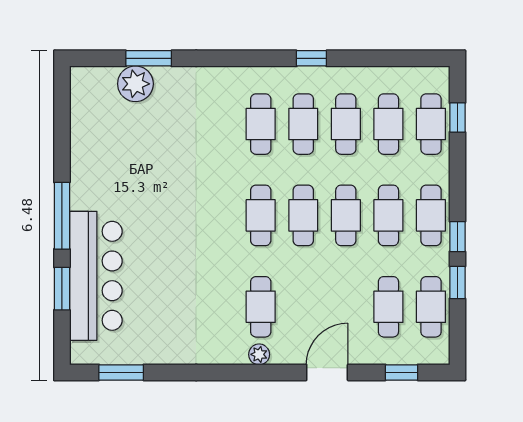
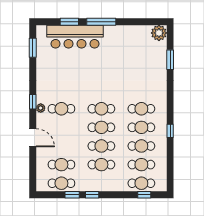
plant: (135, 84) -> (159, 33), moved
cafe table: (431, 215) -> (101, 183), removed
window: (402, 372) -> (33, 102), moved

